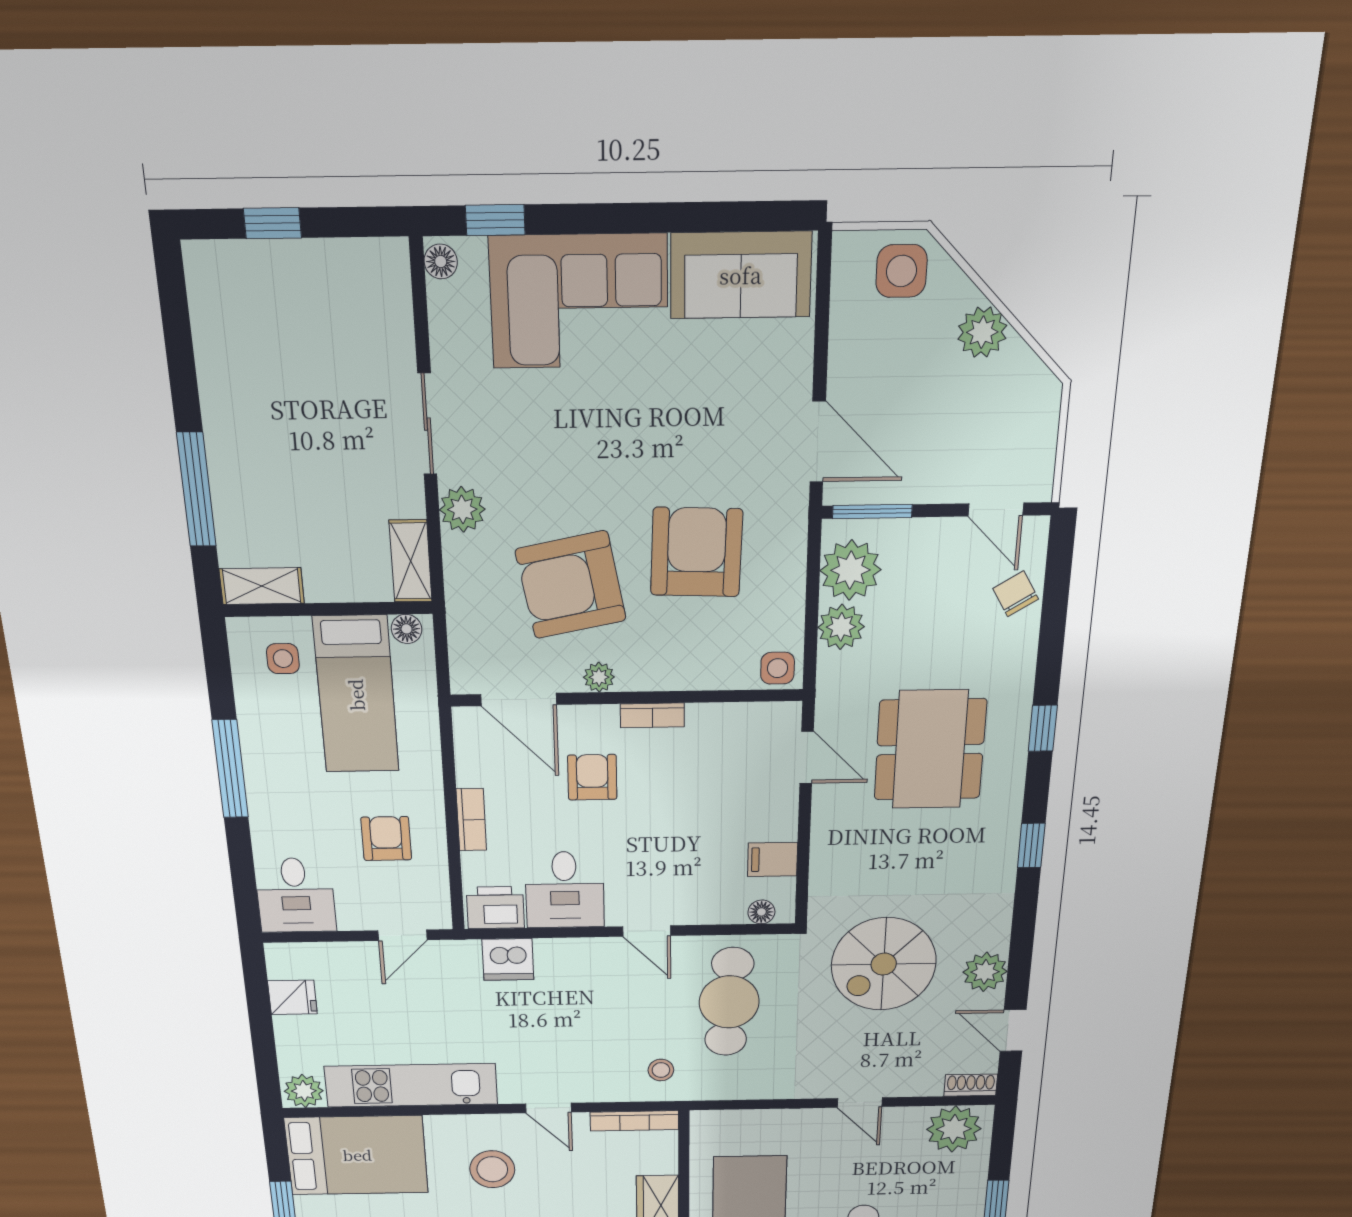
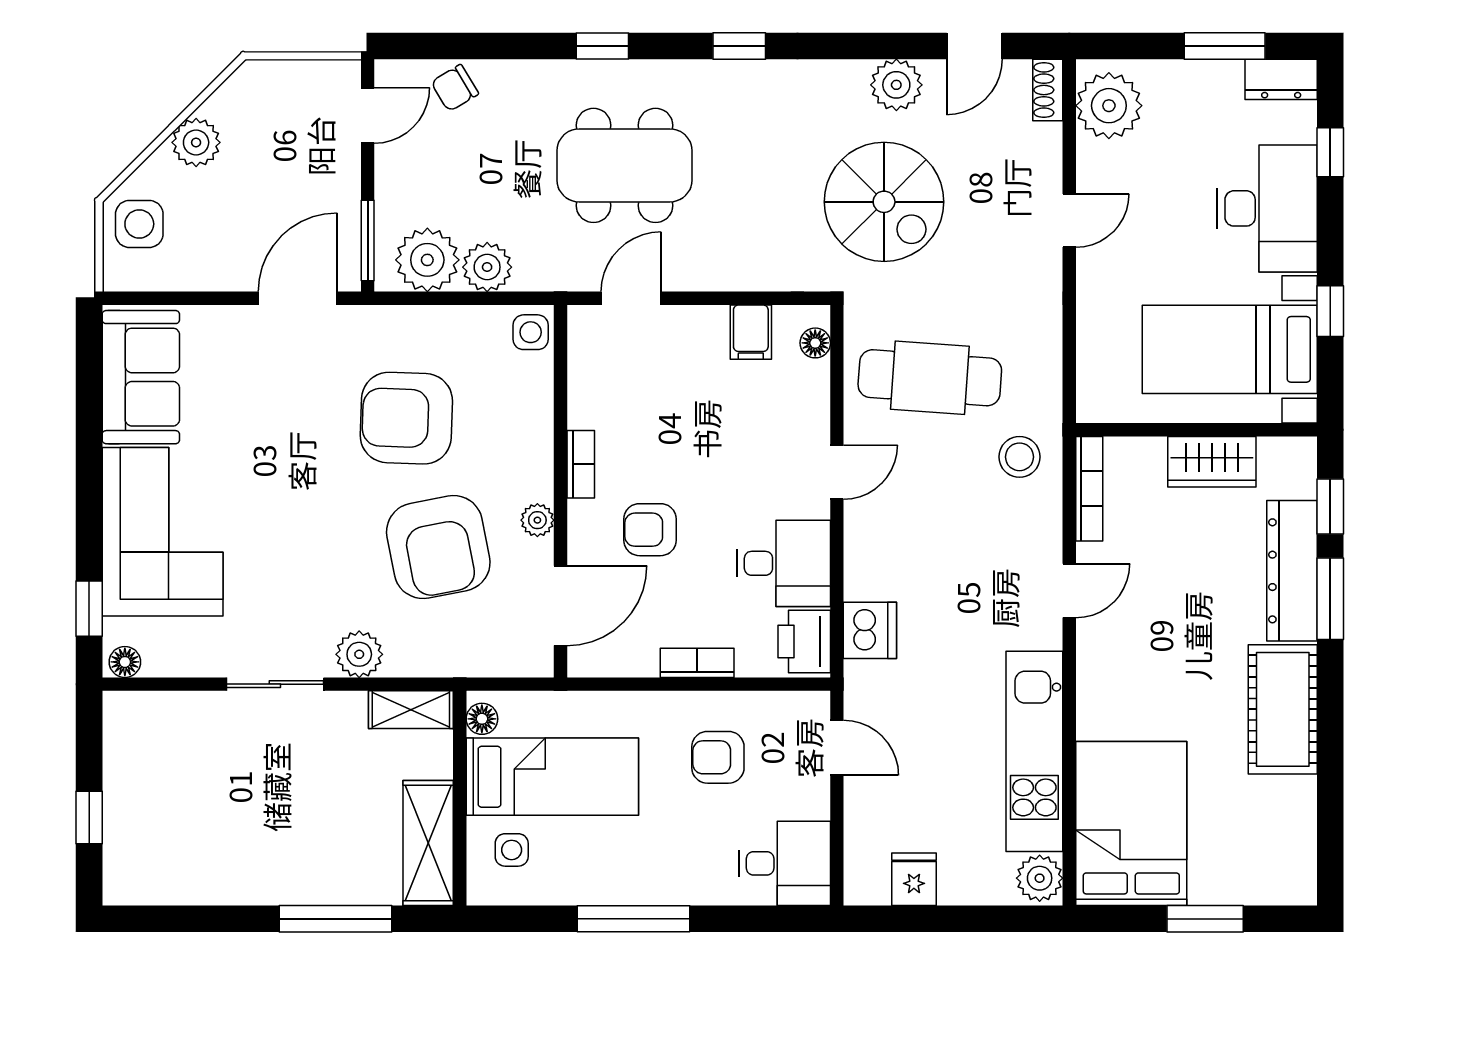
shelving: (262, 586) -> (428, 843), width x1.50, depth x1.33
stool: (661, 1070) -> (1020, 457), width x1.37, depth x1.37
stool: (492, 1169) -> (1155, 661), removed

